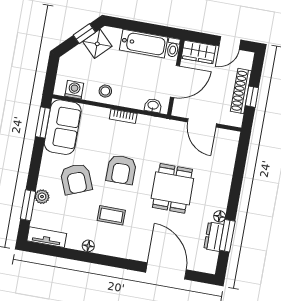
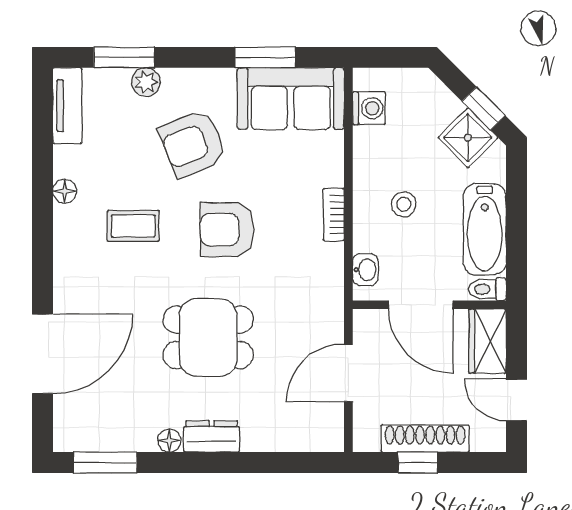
stool: (105, 91) -> (404, 204), moved
window: (43, 122) -> (265, 57), moved
coffee table: (111, 215) -> (133, 226), turned 90
window: (227, 236) -> (105, 463), moved
dresser: (214, 237) -> (212, 437), moved

